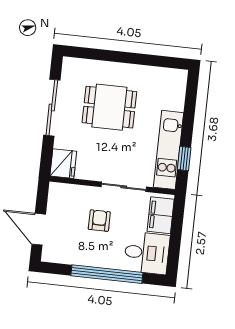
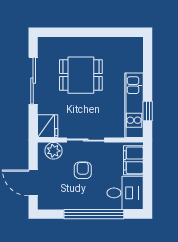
sliding door: (124, 187) -> (86, 140), moved
plant: (67, 194) -> (53, 151), added

